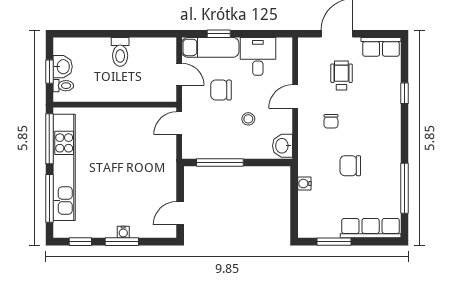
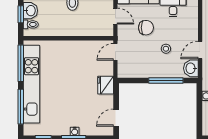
chair: (221, 90) -> (146, 28), turned 180
door: (295, 97) -> (200, 50), moved
window: (220, 163) -> (166, 81), moved
fridge: (166, 169) -> (106, 85), added

